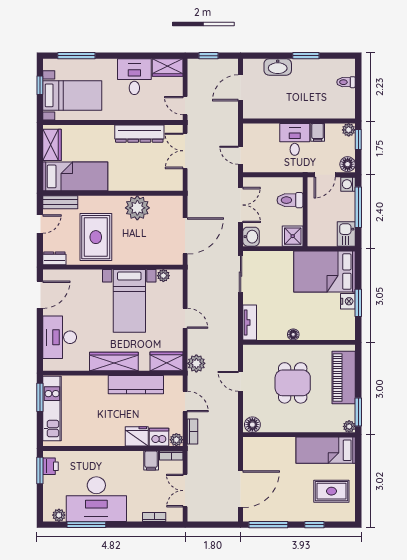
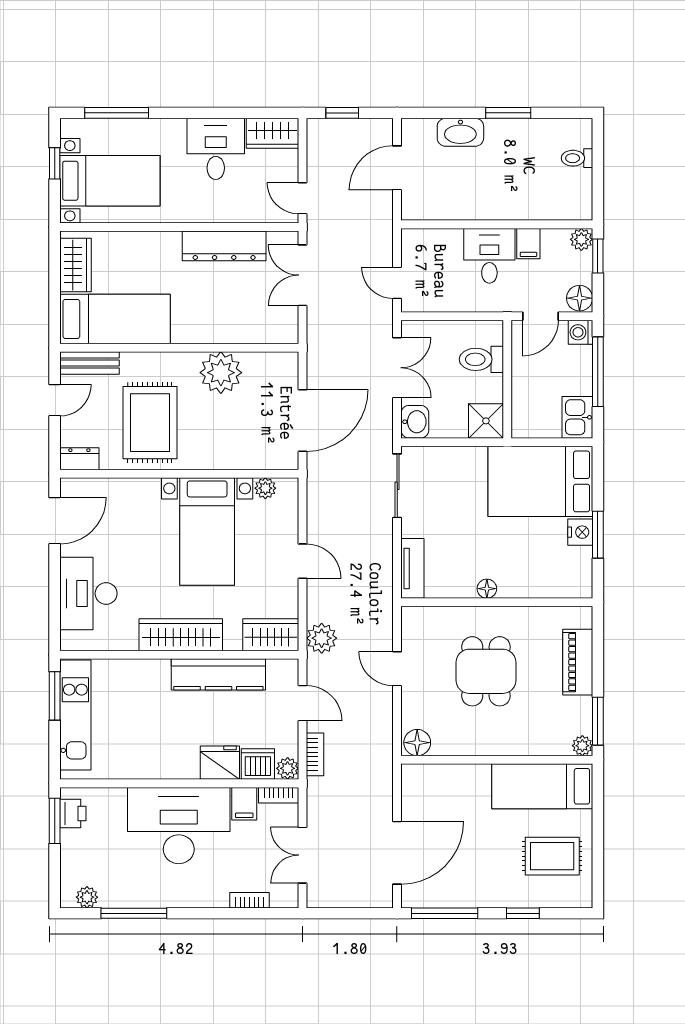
piano: (344, 377) -> (578, 662), width x0.73, depth x0.75
desk: (96, 499) -> (179, 826), moved, turned 180

